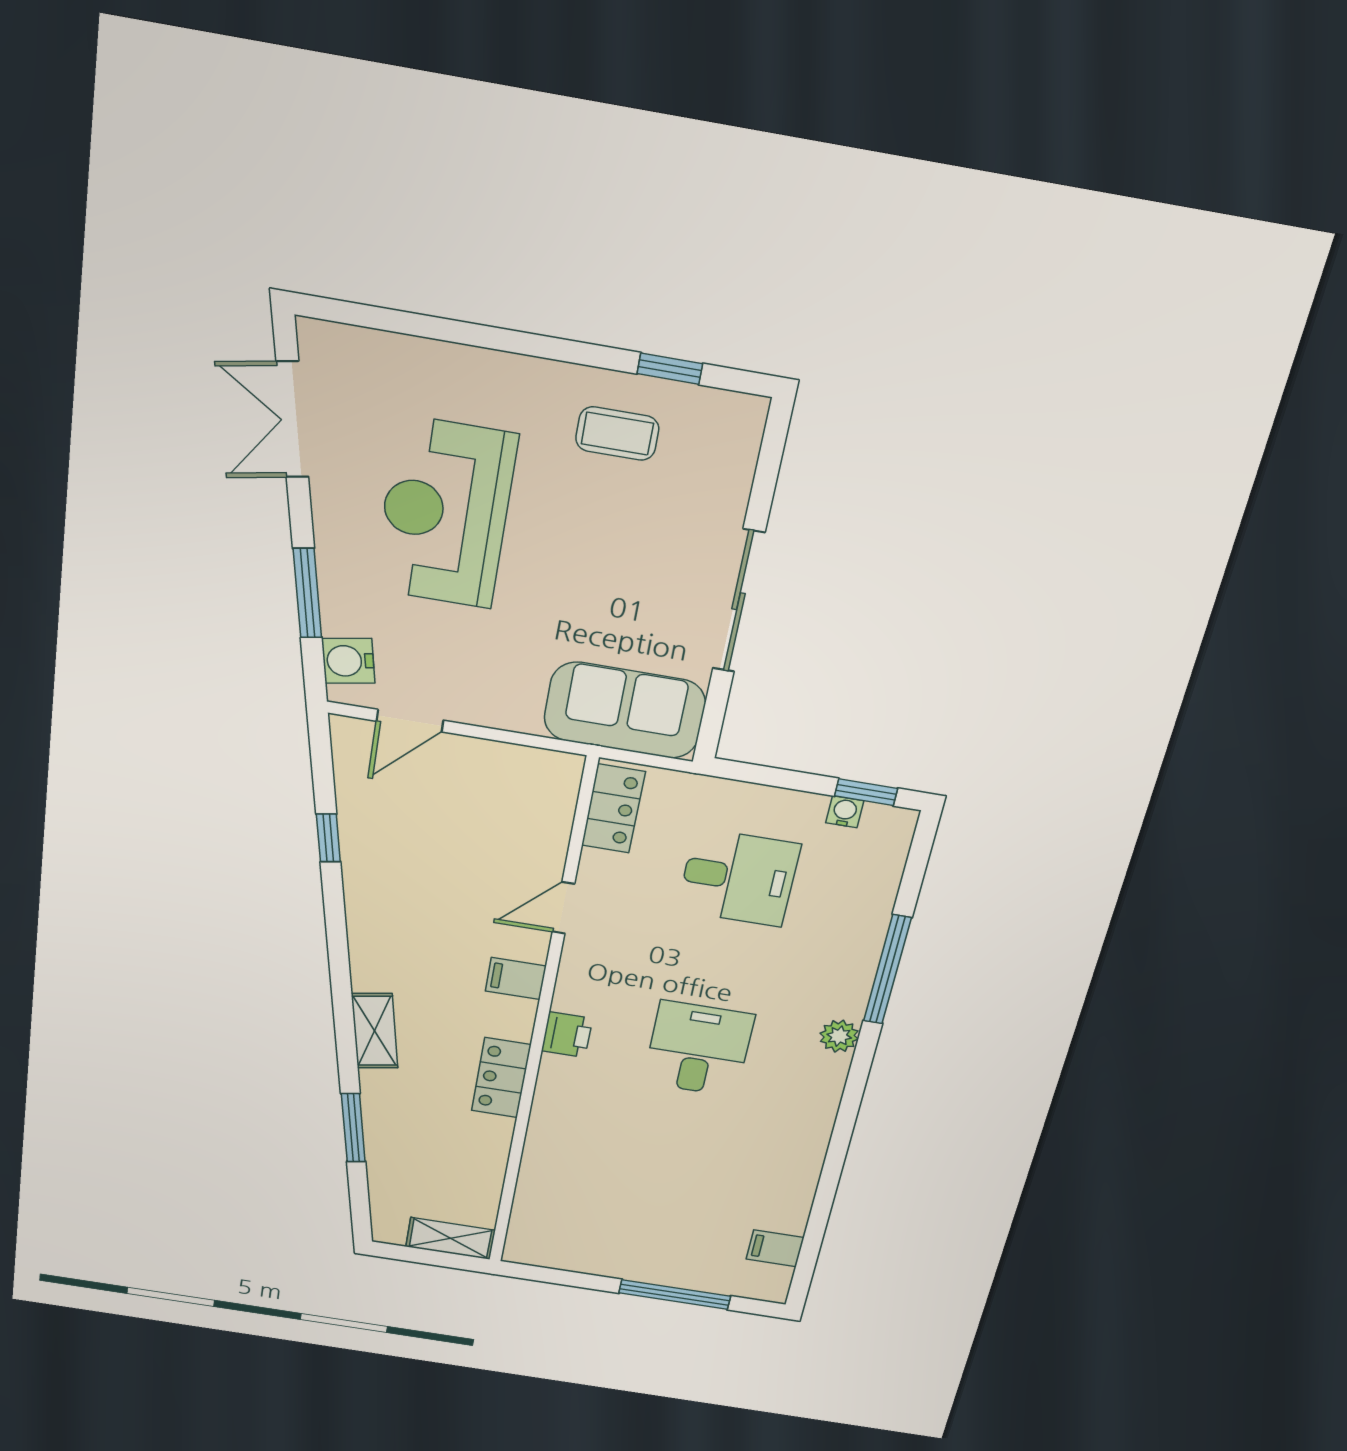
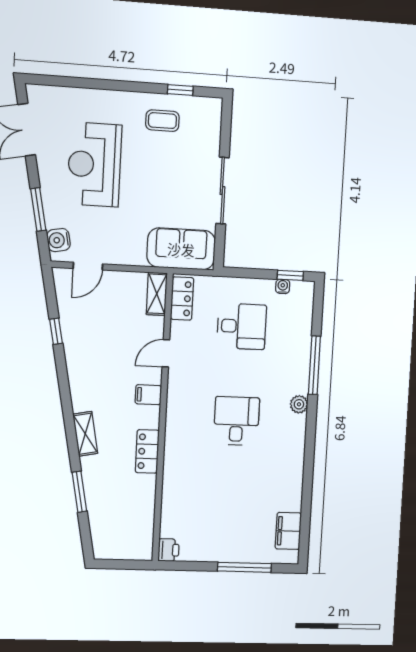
printer: (567, 1035) -> (169, 550), moved
shelving: (450, 1238) -> (157, 294), moved, turned 90
filing cabinet: (775, 1248) -> (288, 531), width x2.00

